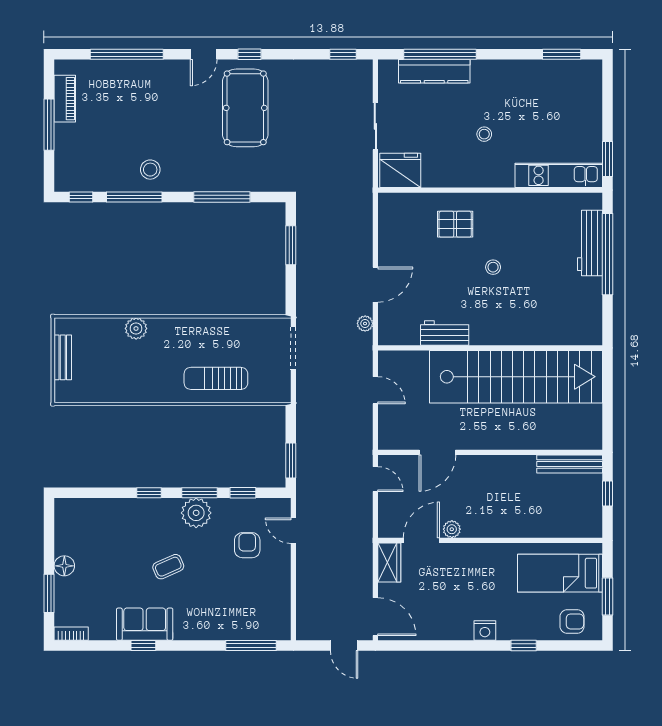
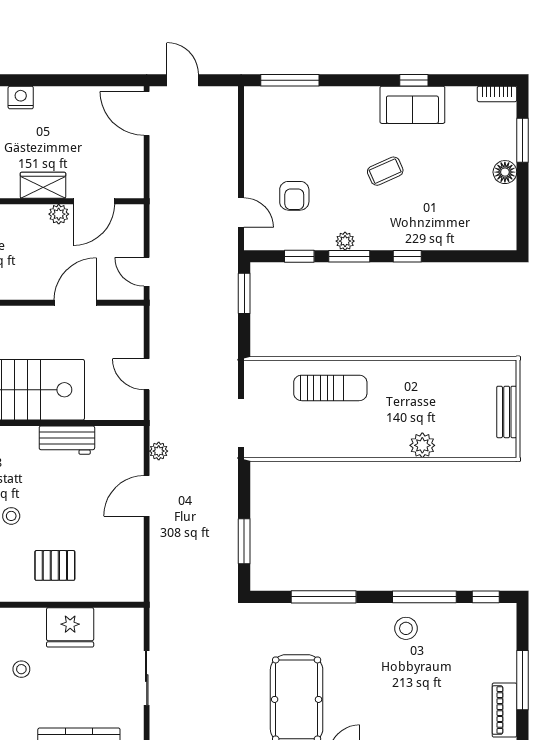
fridge: (400, 170) -> (70, 627), moved
plant: (196, 513) -> (345, 241), width x0.53, depth x0.53
wardrobe: (389, 563) -> (43, 185), moved, turned 90

